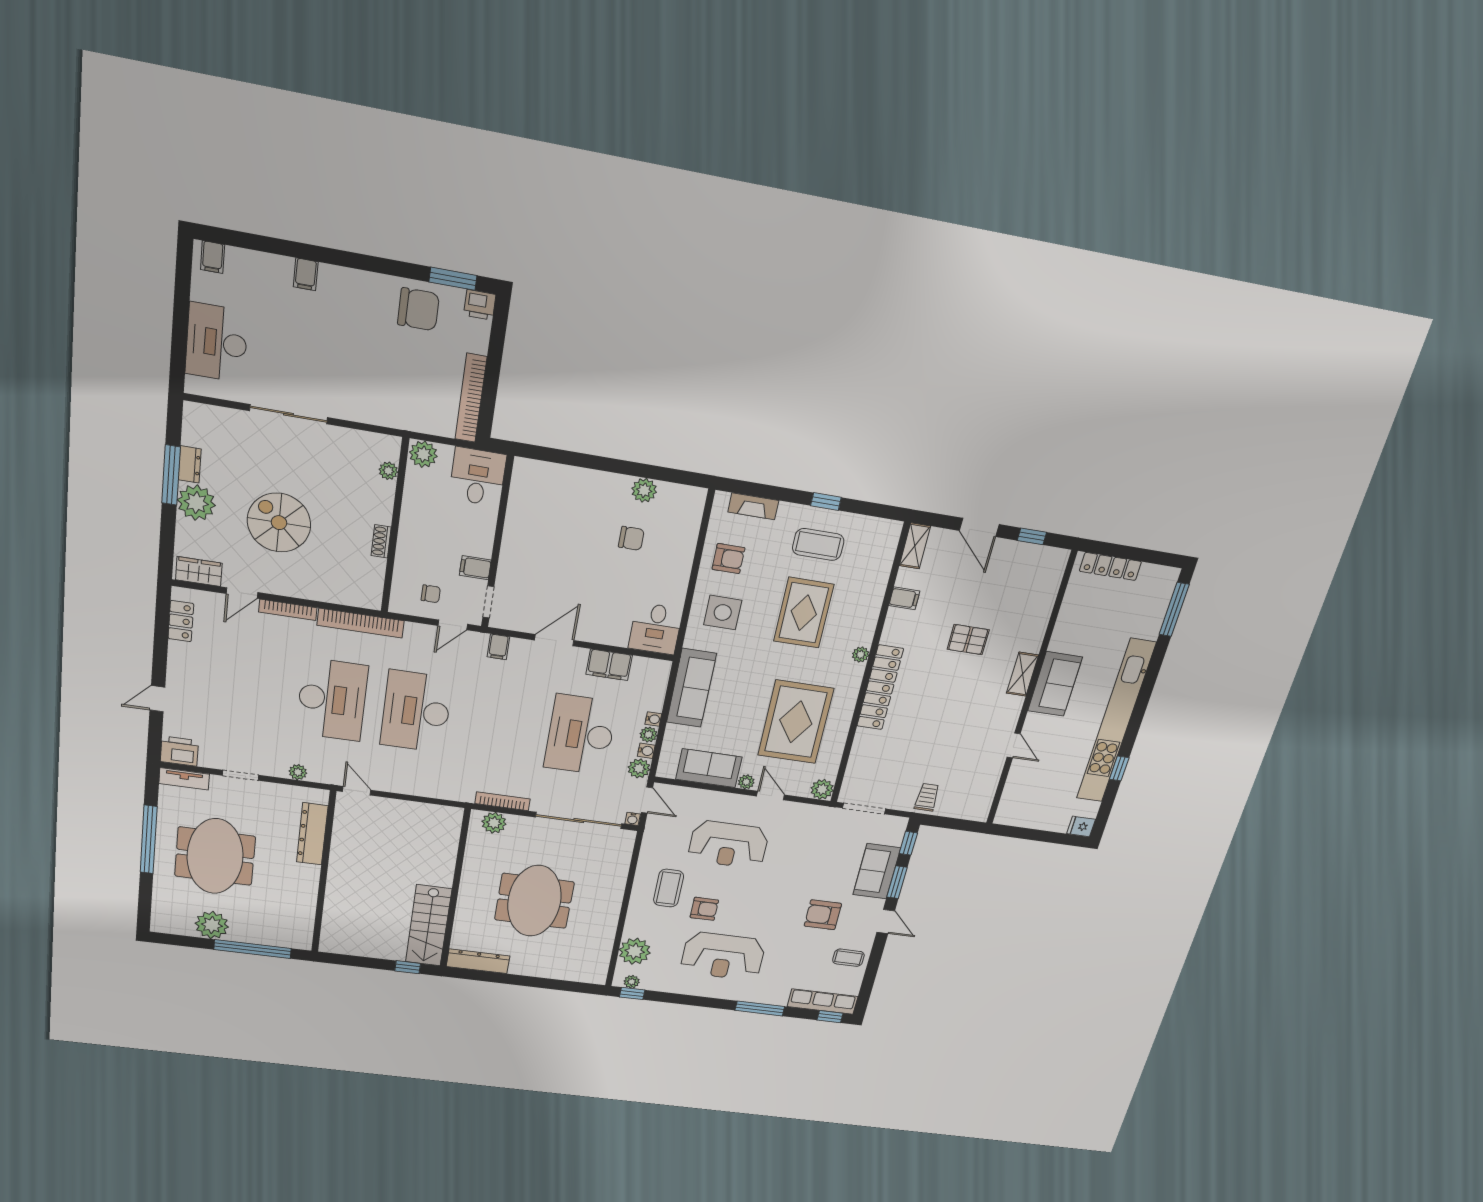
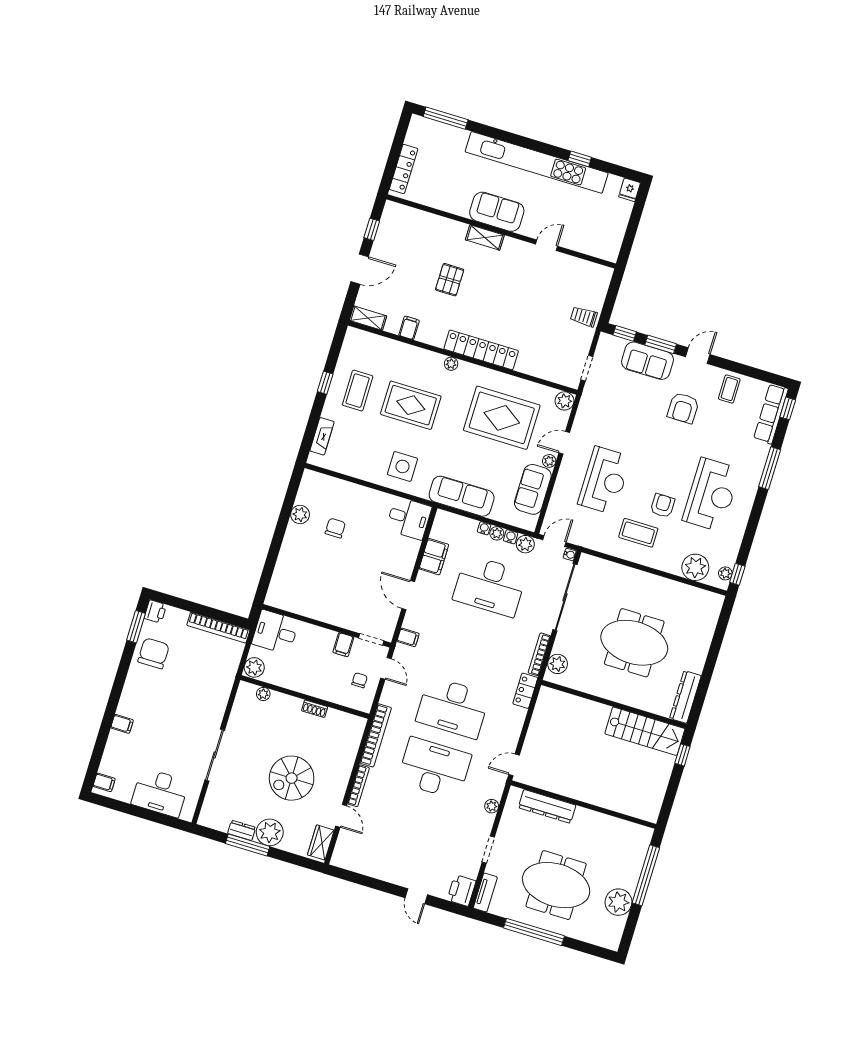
armchair: (728, 559) -> (360, 458), removed
locker: (181, 621) -> (525, 691), moved, turned -90
doorway: (864, 808) -> (587, 368), width x0.73

